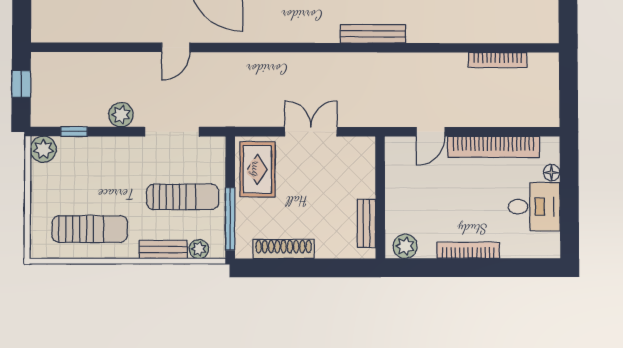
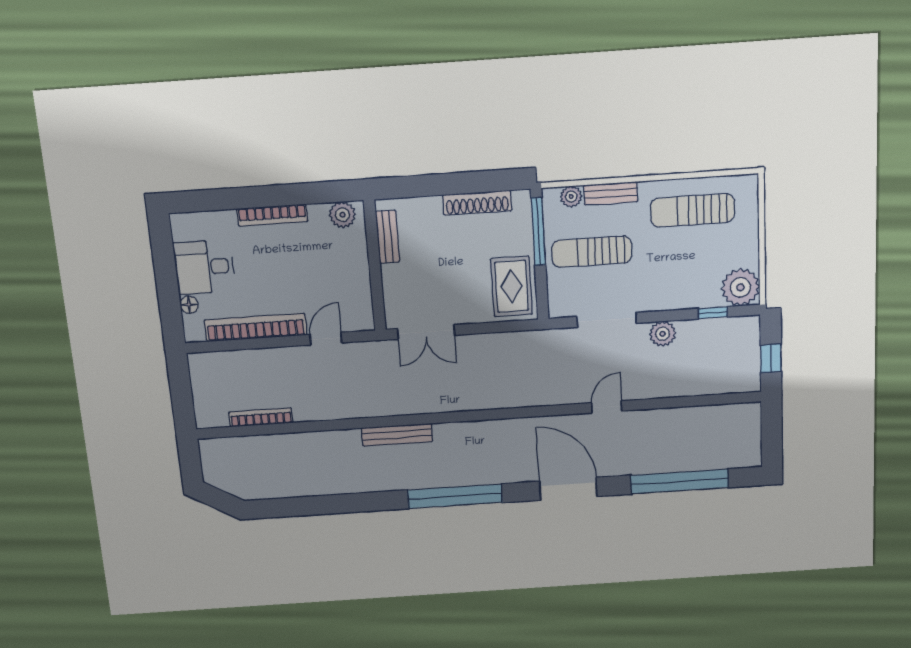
double door: (311, 132) -> (426, 332), moved
plant: (43, 149) -> (740, 287), width x1.36, depth x1.36

